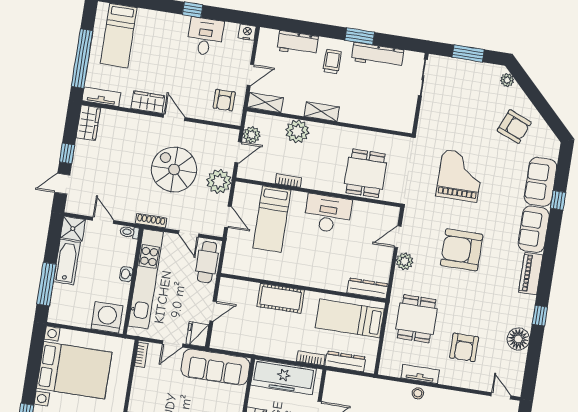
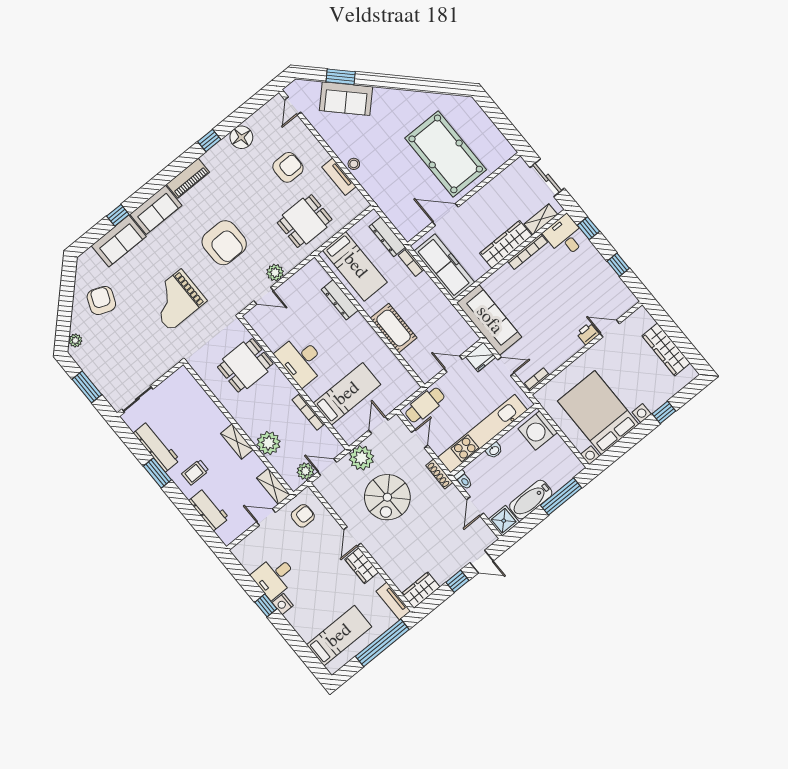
nightstand: (247, 32) -> (283, 604), moved
bookcase: (288, 181) -> (308, 412), width x1.56
dresser: (368, 288) -> (340, 300), moved

